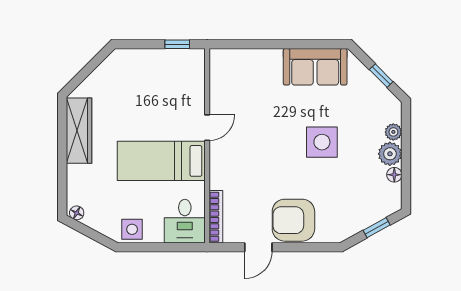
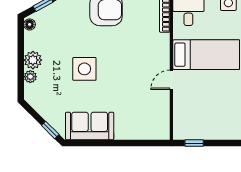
window: (381, 76) -> (50, 130), moved
floor lamp: (394, 175) -> (30, 24), moved

